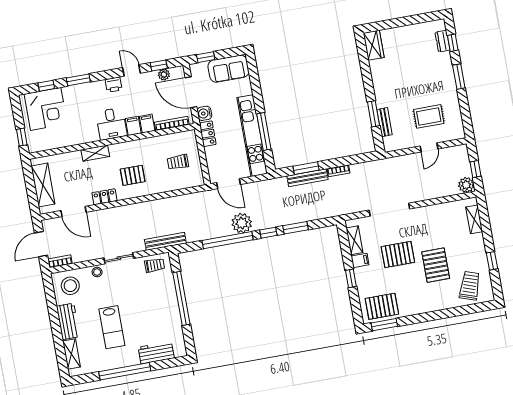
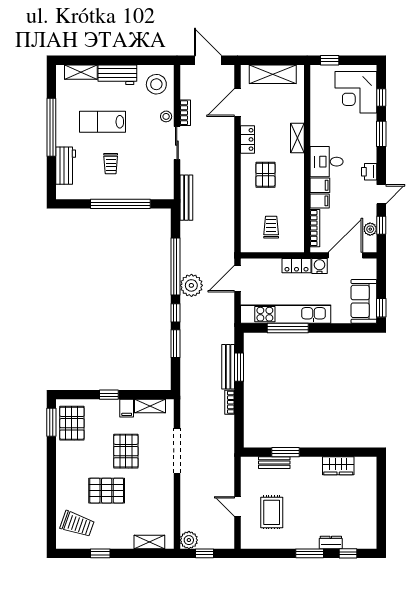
dresser: (443, 41) -> (331, 542), moved
wardrobe: (374, 45) -> (338, 466), moved
window: (206, 57) -> (381, 308), moved
bookcase: (60, 261) -> (185, 113), moved
trolley: (155, 265) -> (111, 164), moved

